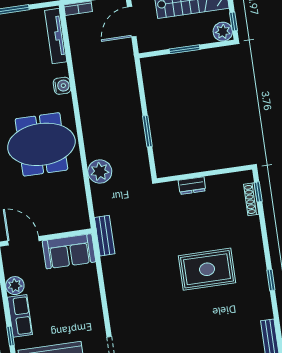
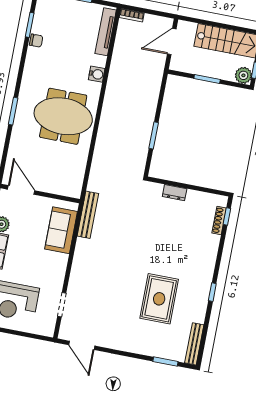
plant: (100, 171) -> (103, 155), removed
bench: (105, 236) -> (88, 215), width x1.36
sofa: (69, 251) -> (61, 230), moved, turned 90
rug: (207, 269) -> (159, 299), moved, turned 90

